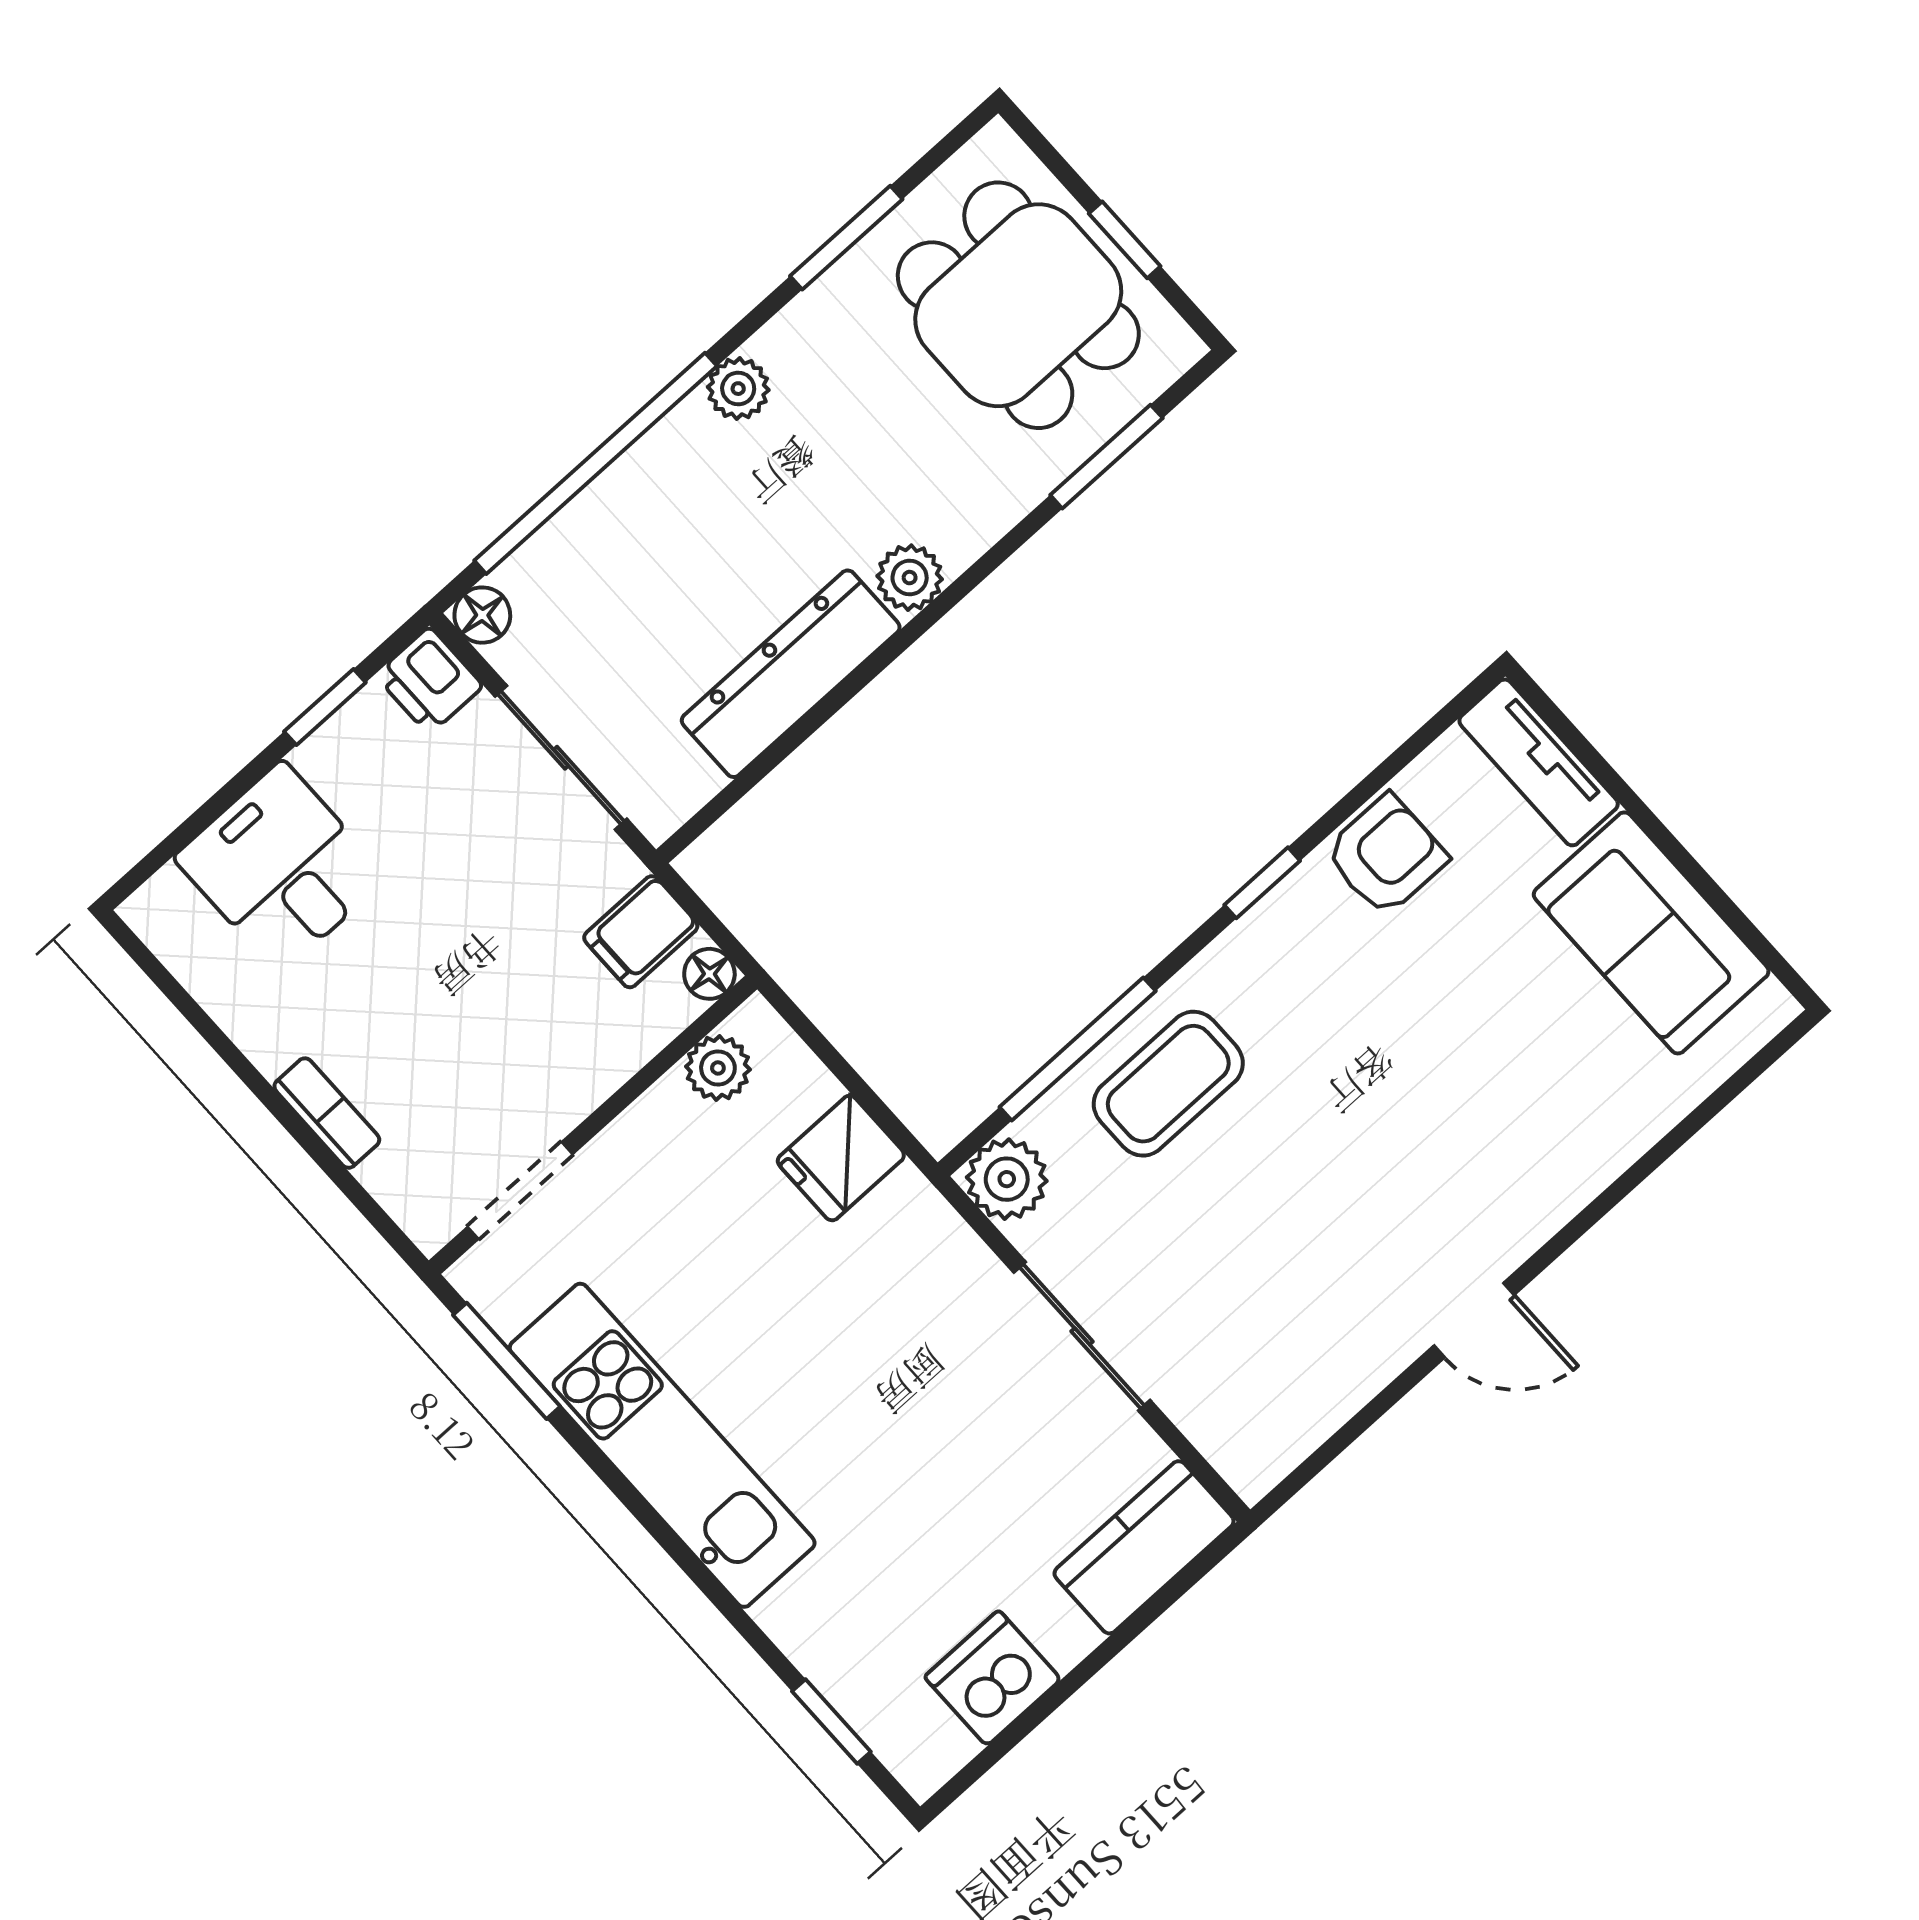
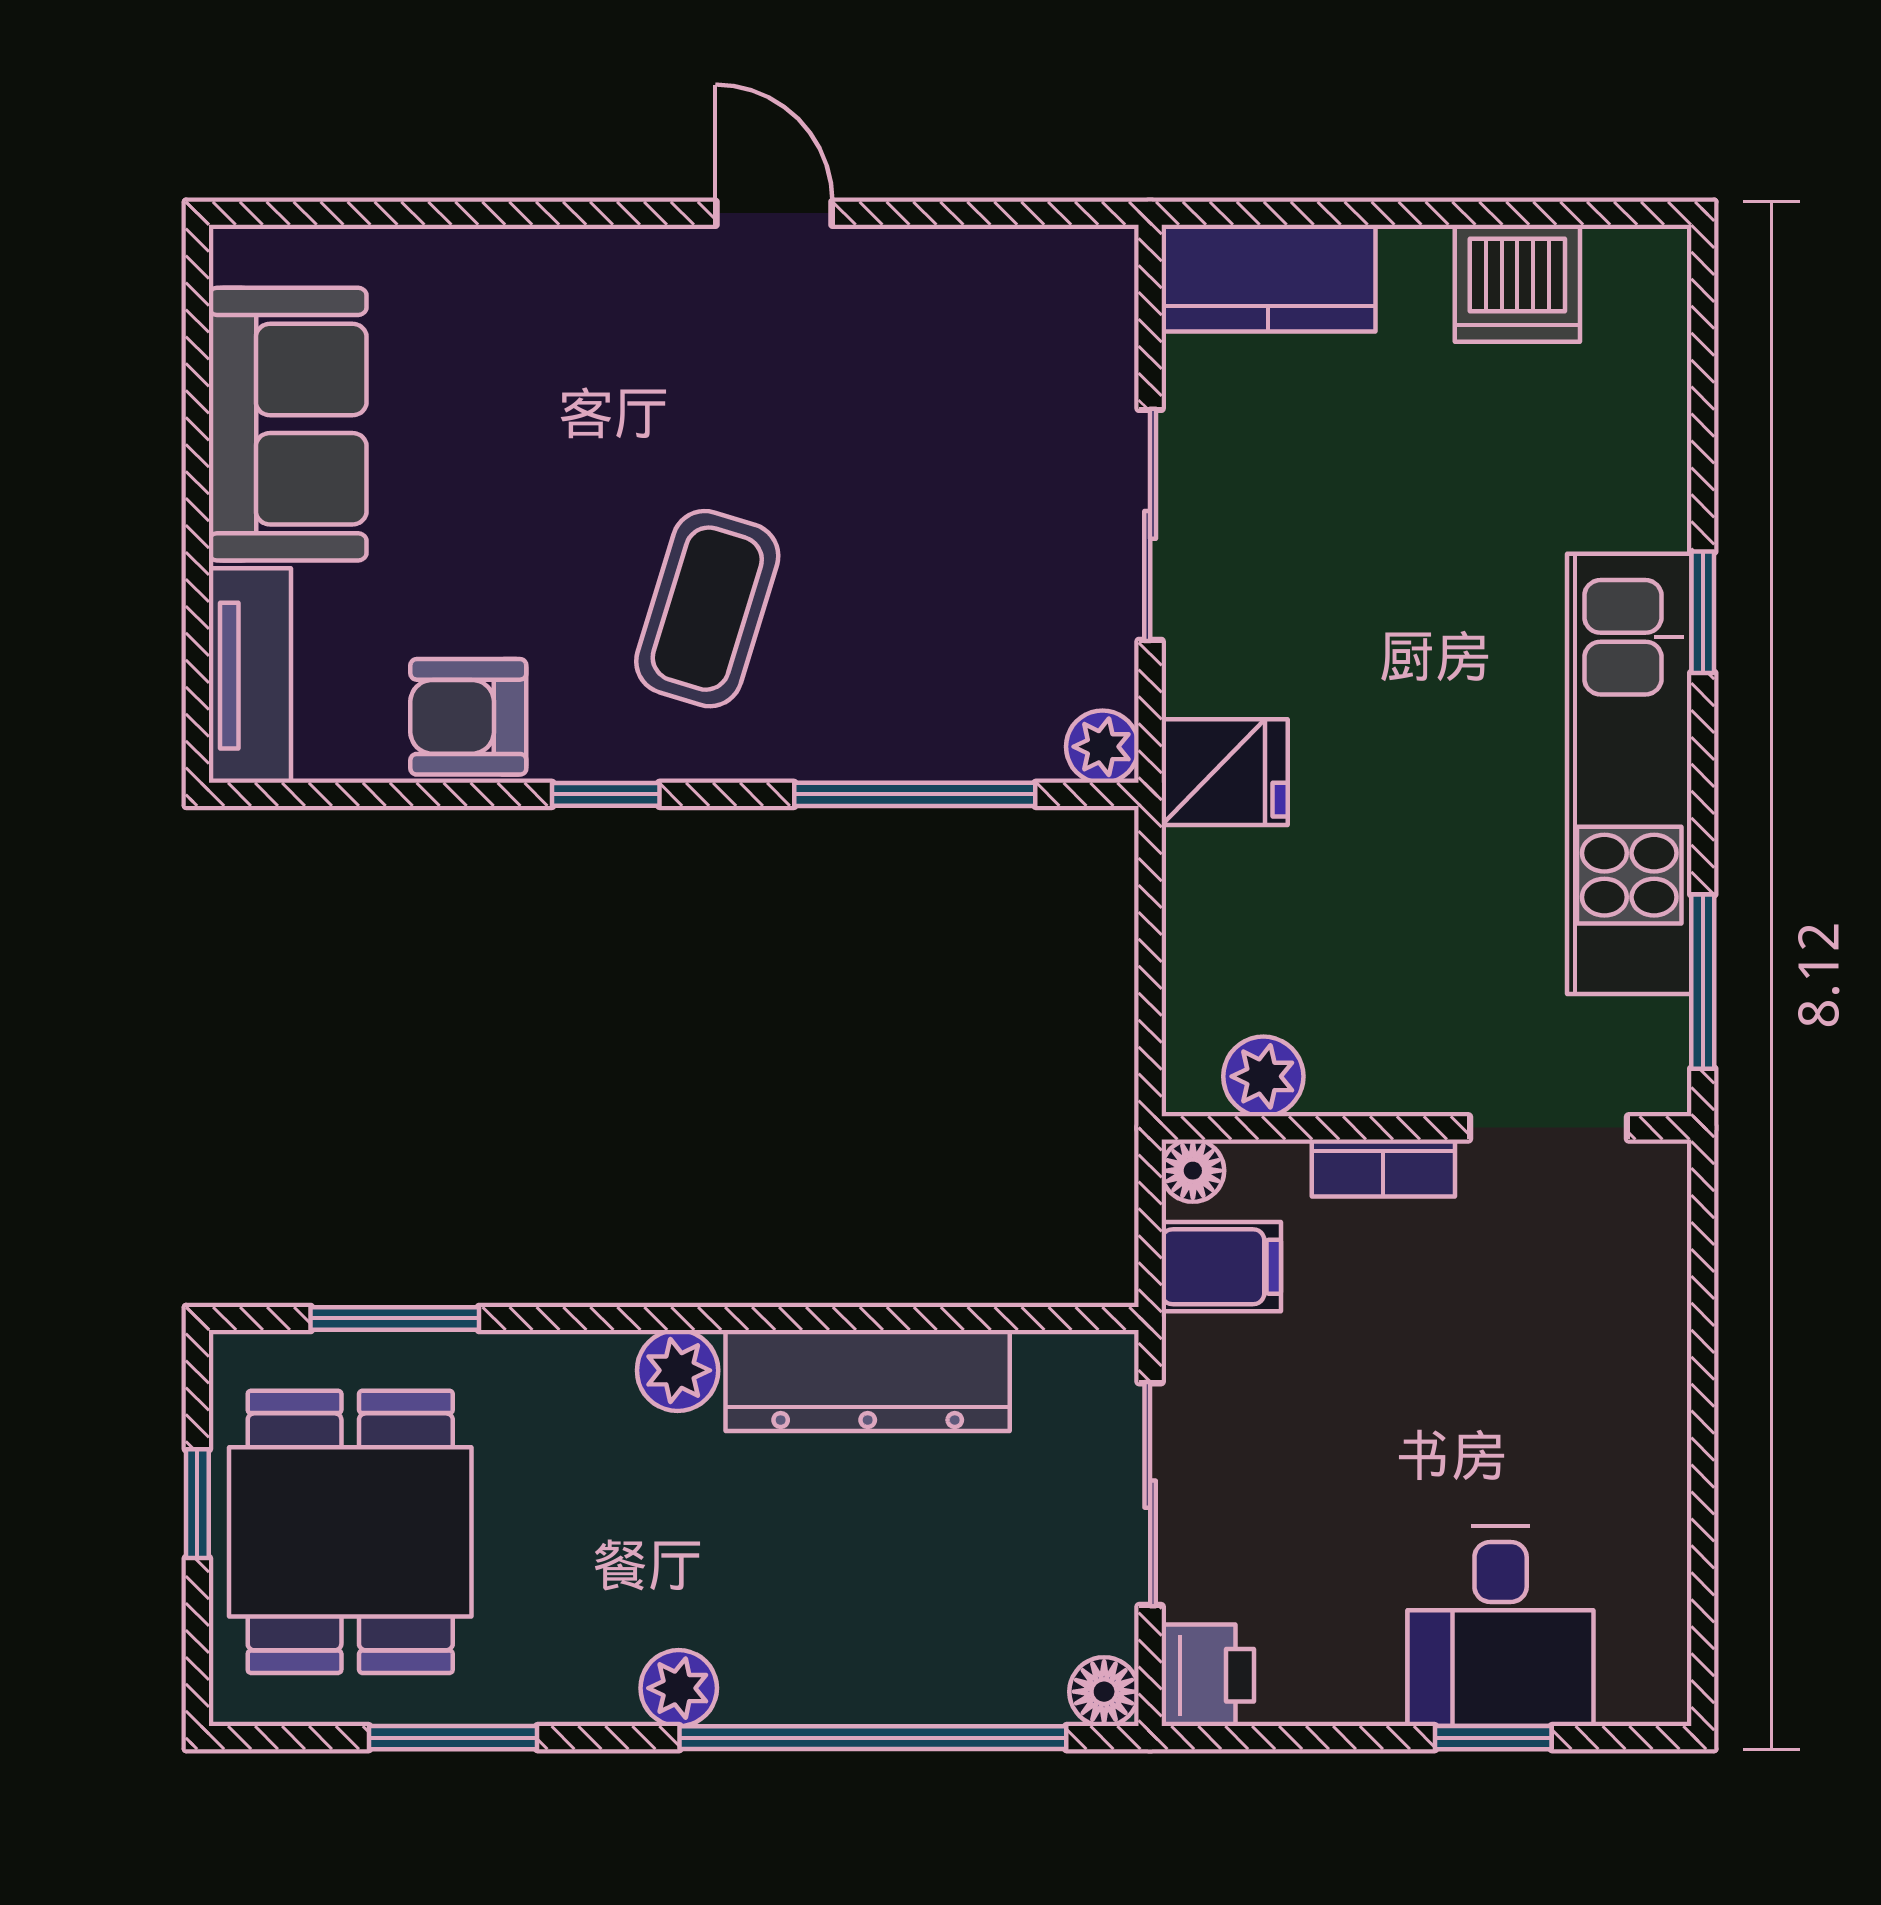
window: (325, 707) -> (1493, 1738), moved
coffee table: (1168, 1084) -> (707, 609), moved, turned -73
bookcase: (327, 1113) -> (1383, 1168), moved, turned -90
fridge: (841, 1158) -> (1225, 772), moved
plant: (1007, 1179) -> (1102, 747), width x0.73, depth x0.73
window: (831, 1722) -> (1703, 612), moved

